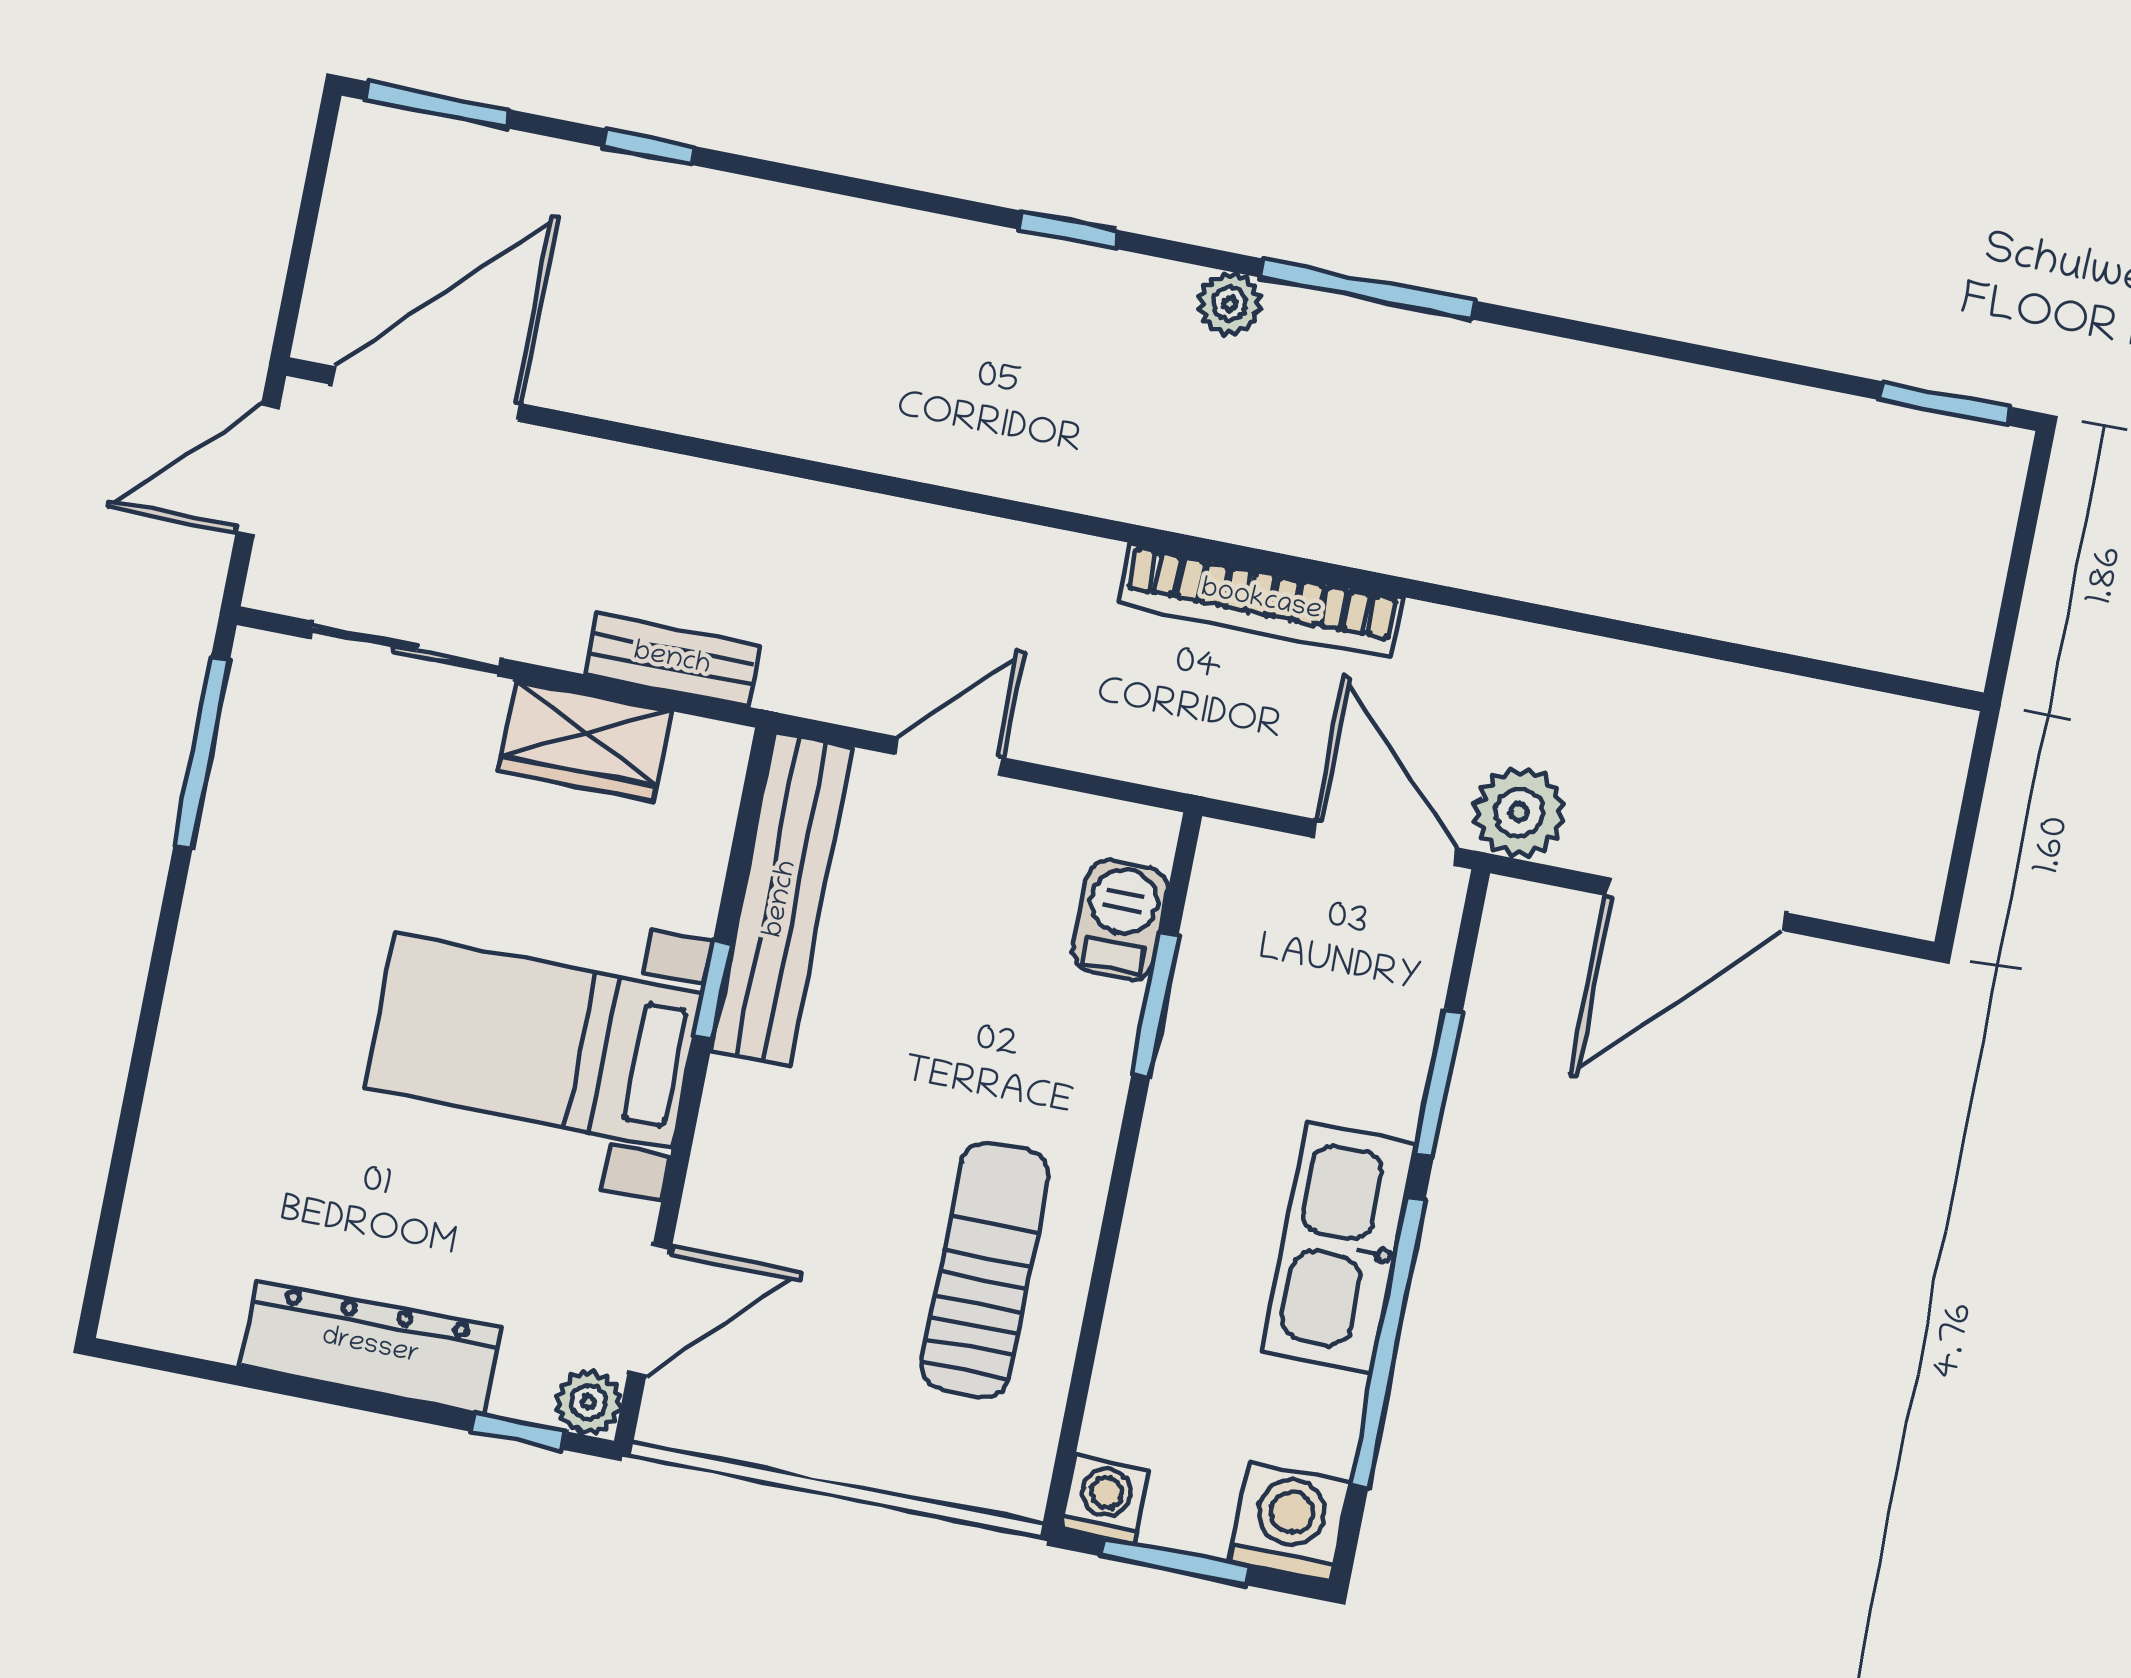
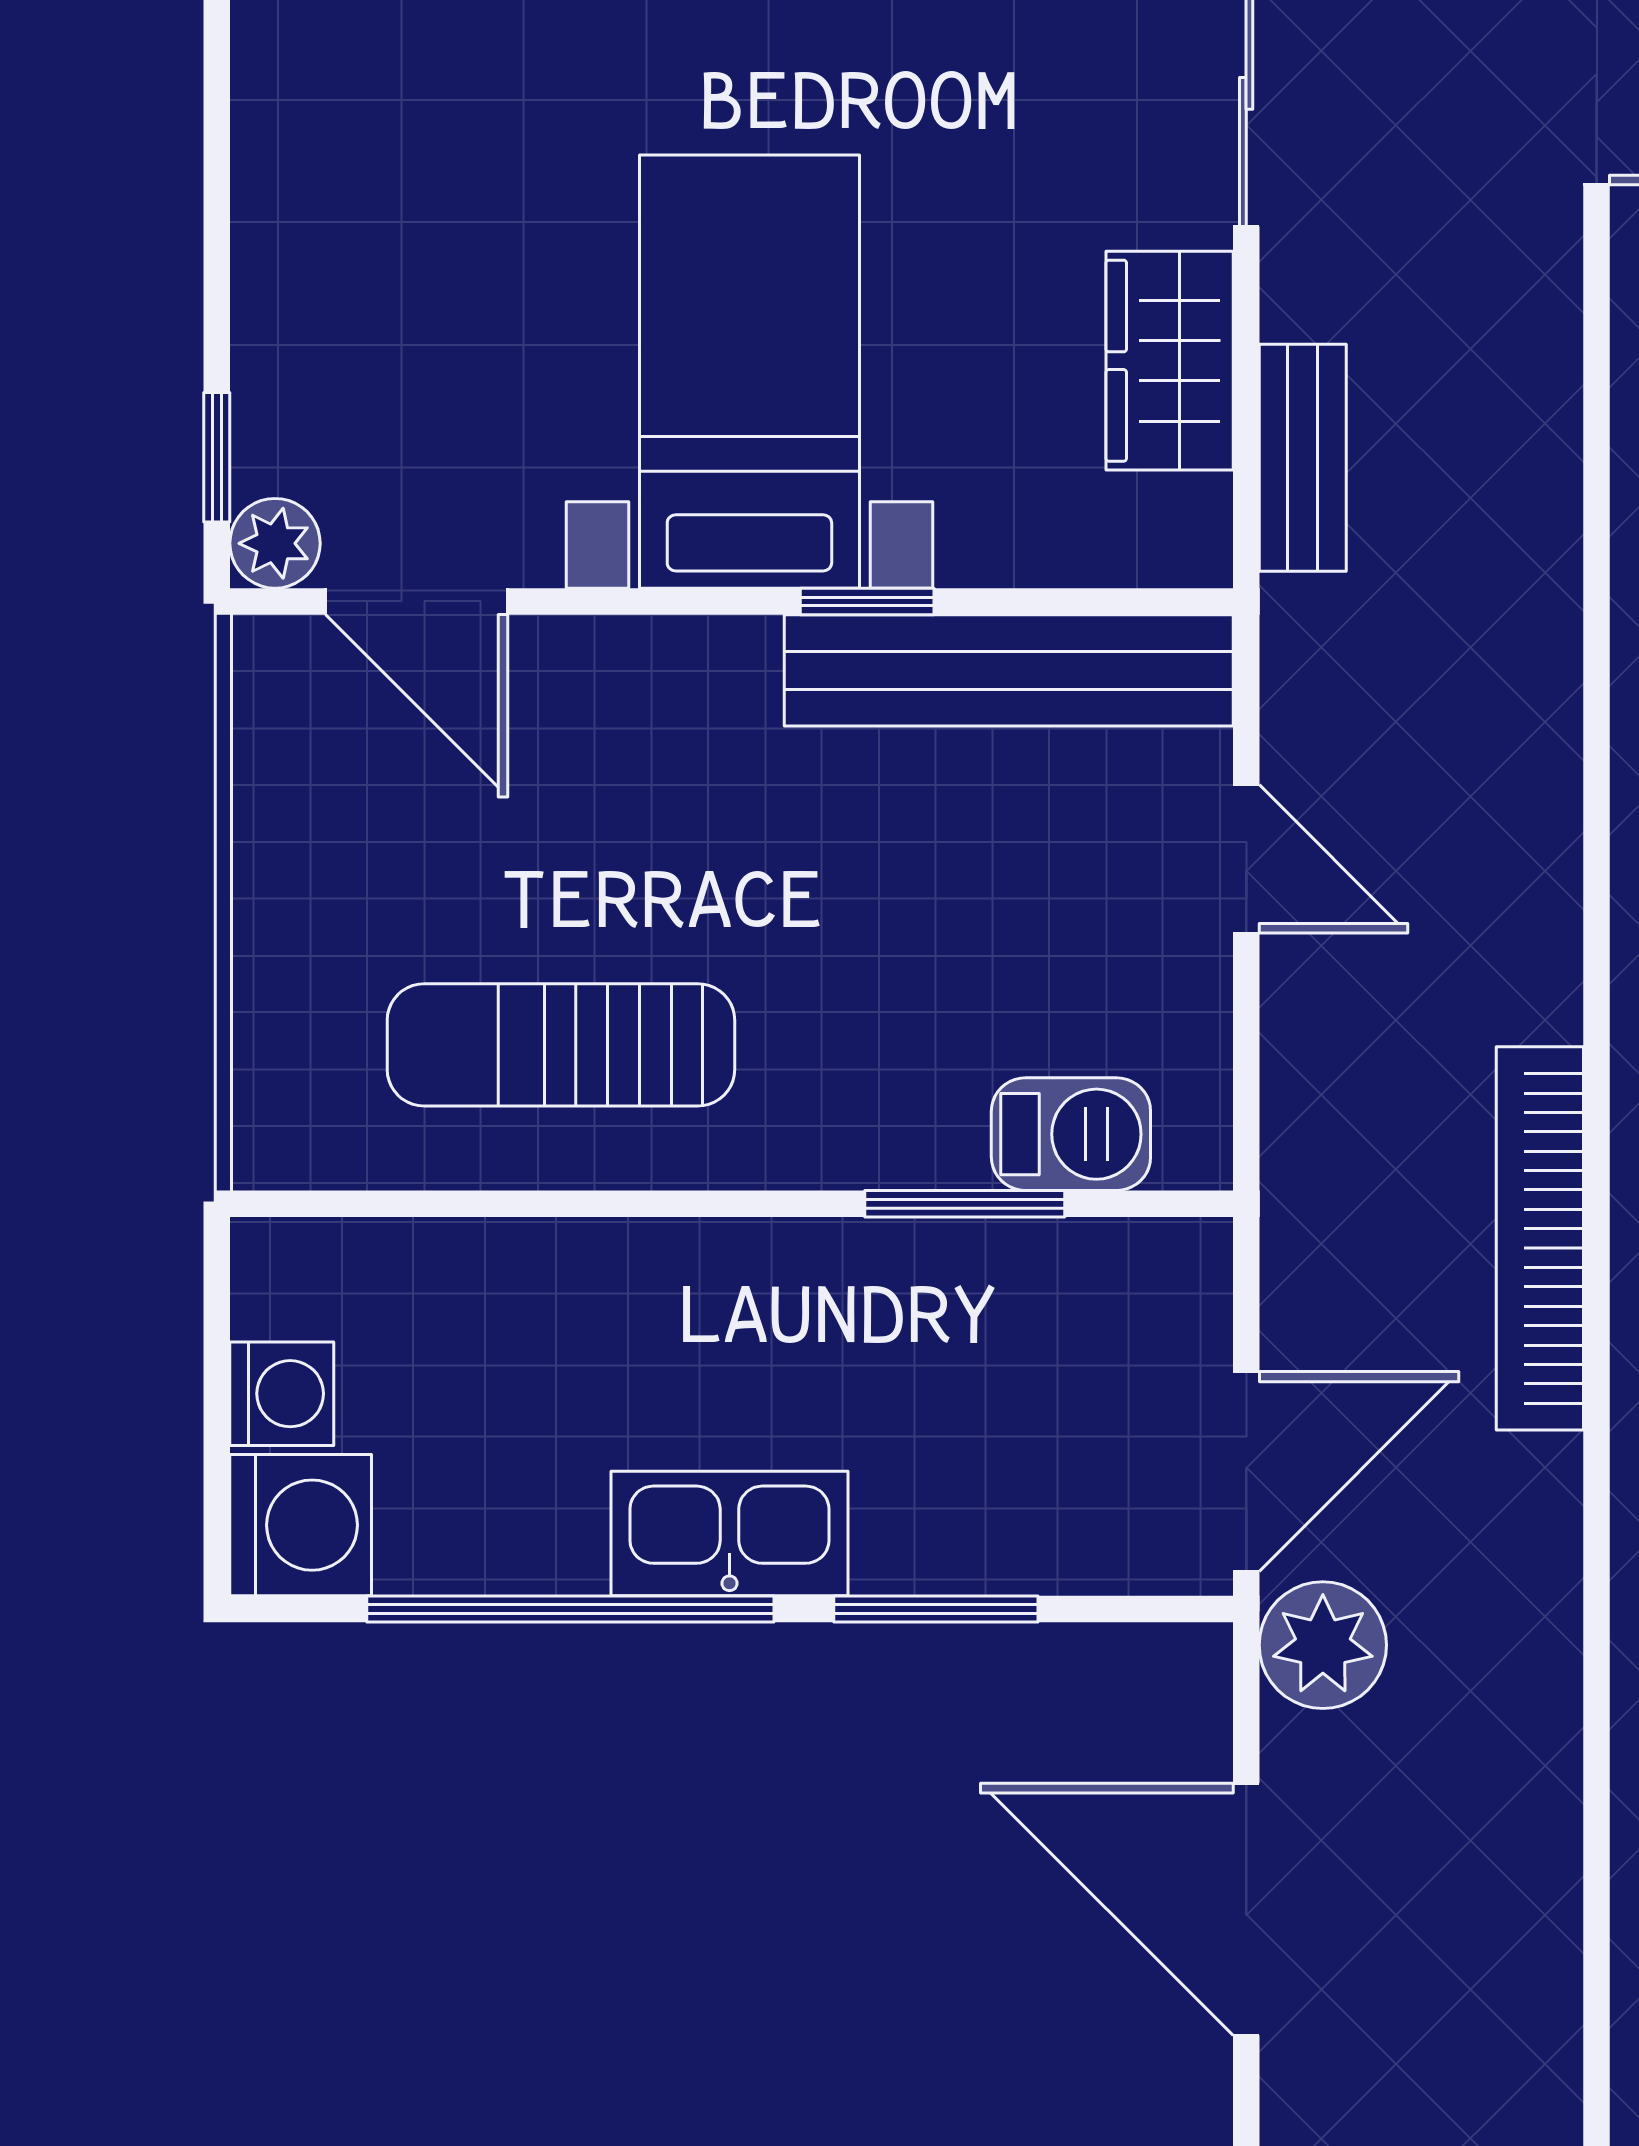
kitchen sink: (1339, 1247) -> (729, 1533), width x0.73, depth x0.81
sun lounger: (985, 1270) -> (561, 1045), turned 180
dresser: (370, 1347) -> (291, 234), removed
washing machine: (1105, 1500) -> (282, 1394), moved
window: (1175, 1561) -> (217, 1381), removed

